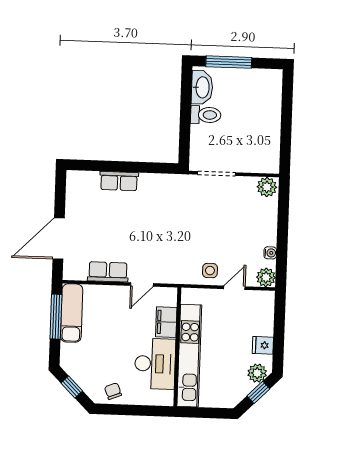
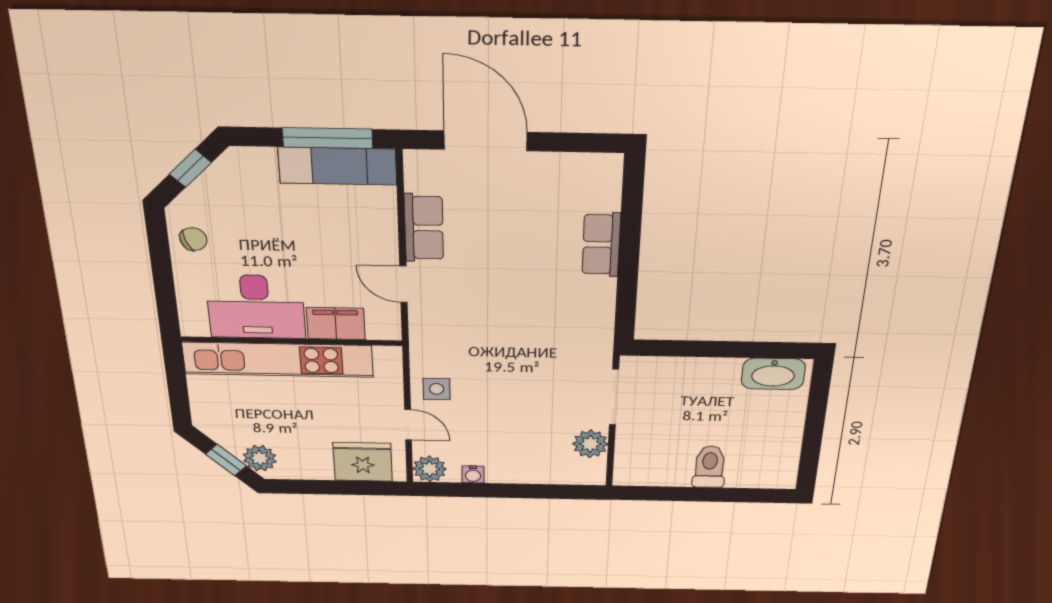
window: (229, 62) -> (816, 413), removed
toilet: (206, 115) -> (709, 467), moved, turned 180
plant: (267, 187) -> (590, 444), moved
fridge: (263, 345) -> (363, 462), moved, width x1.88, depth x1.34

